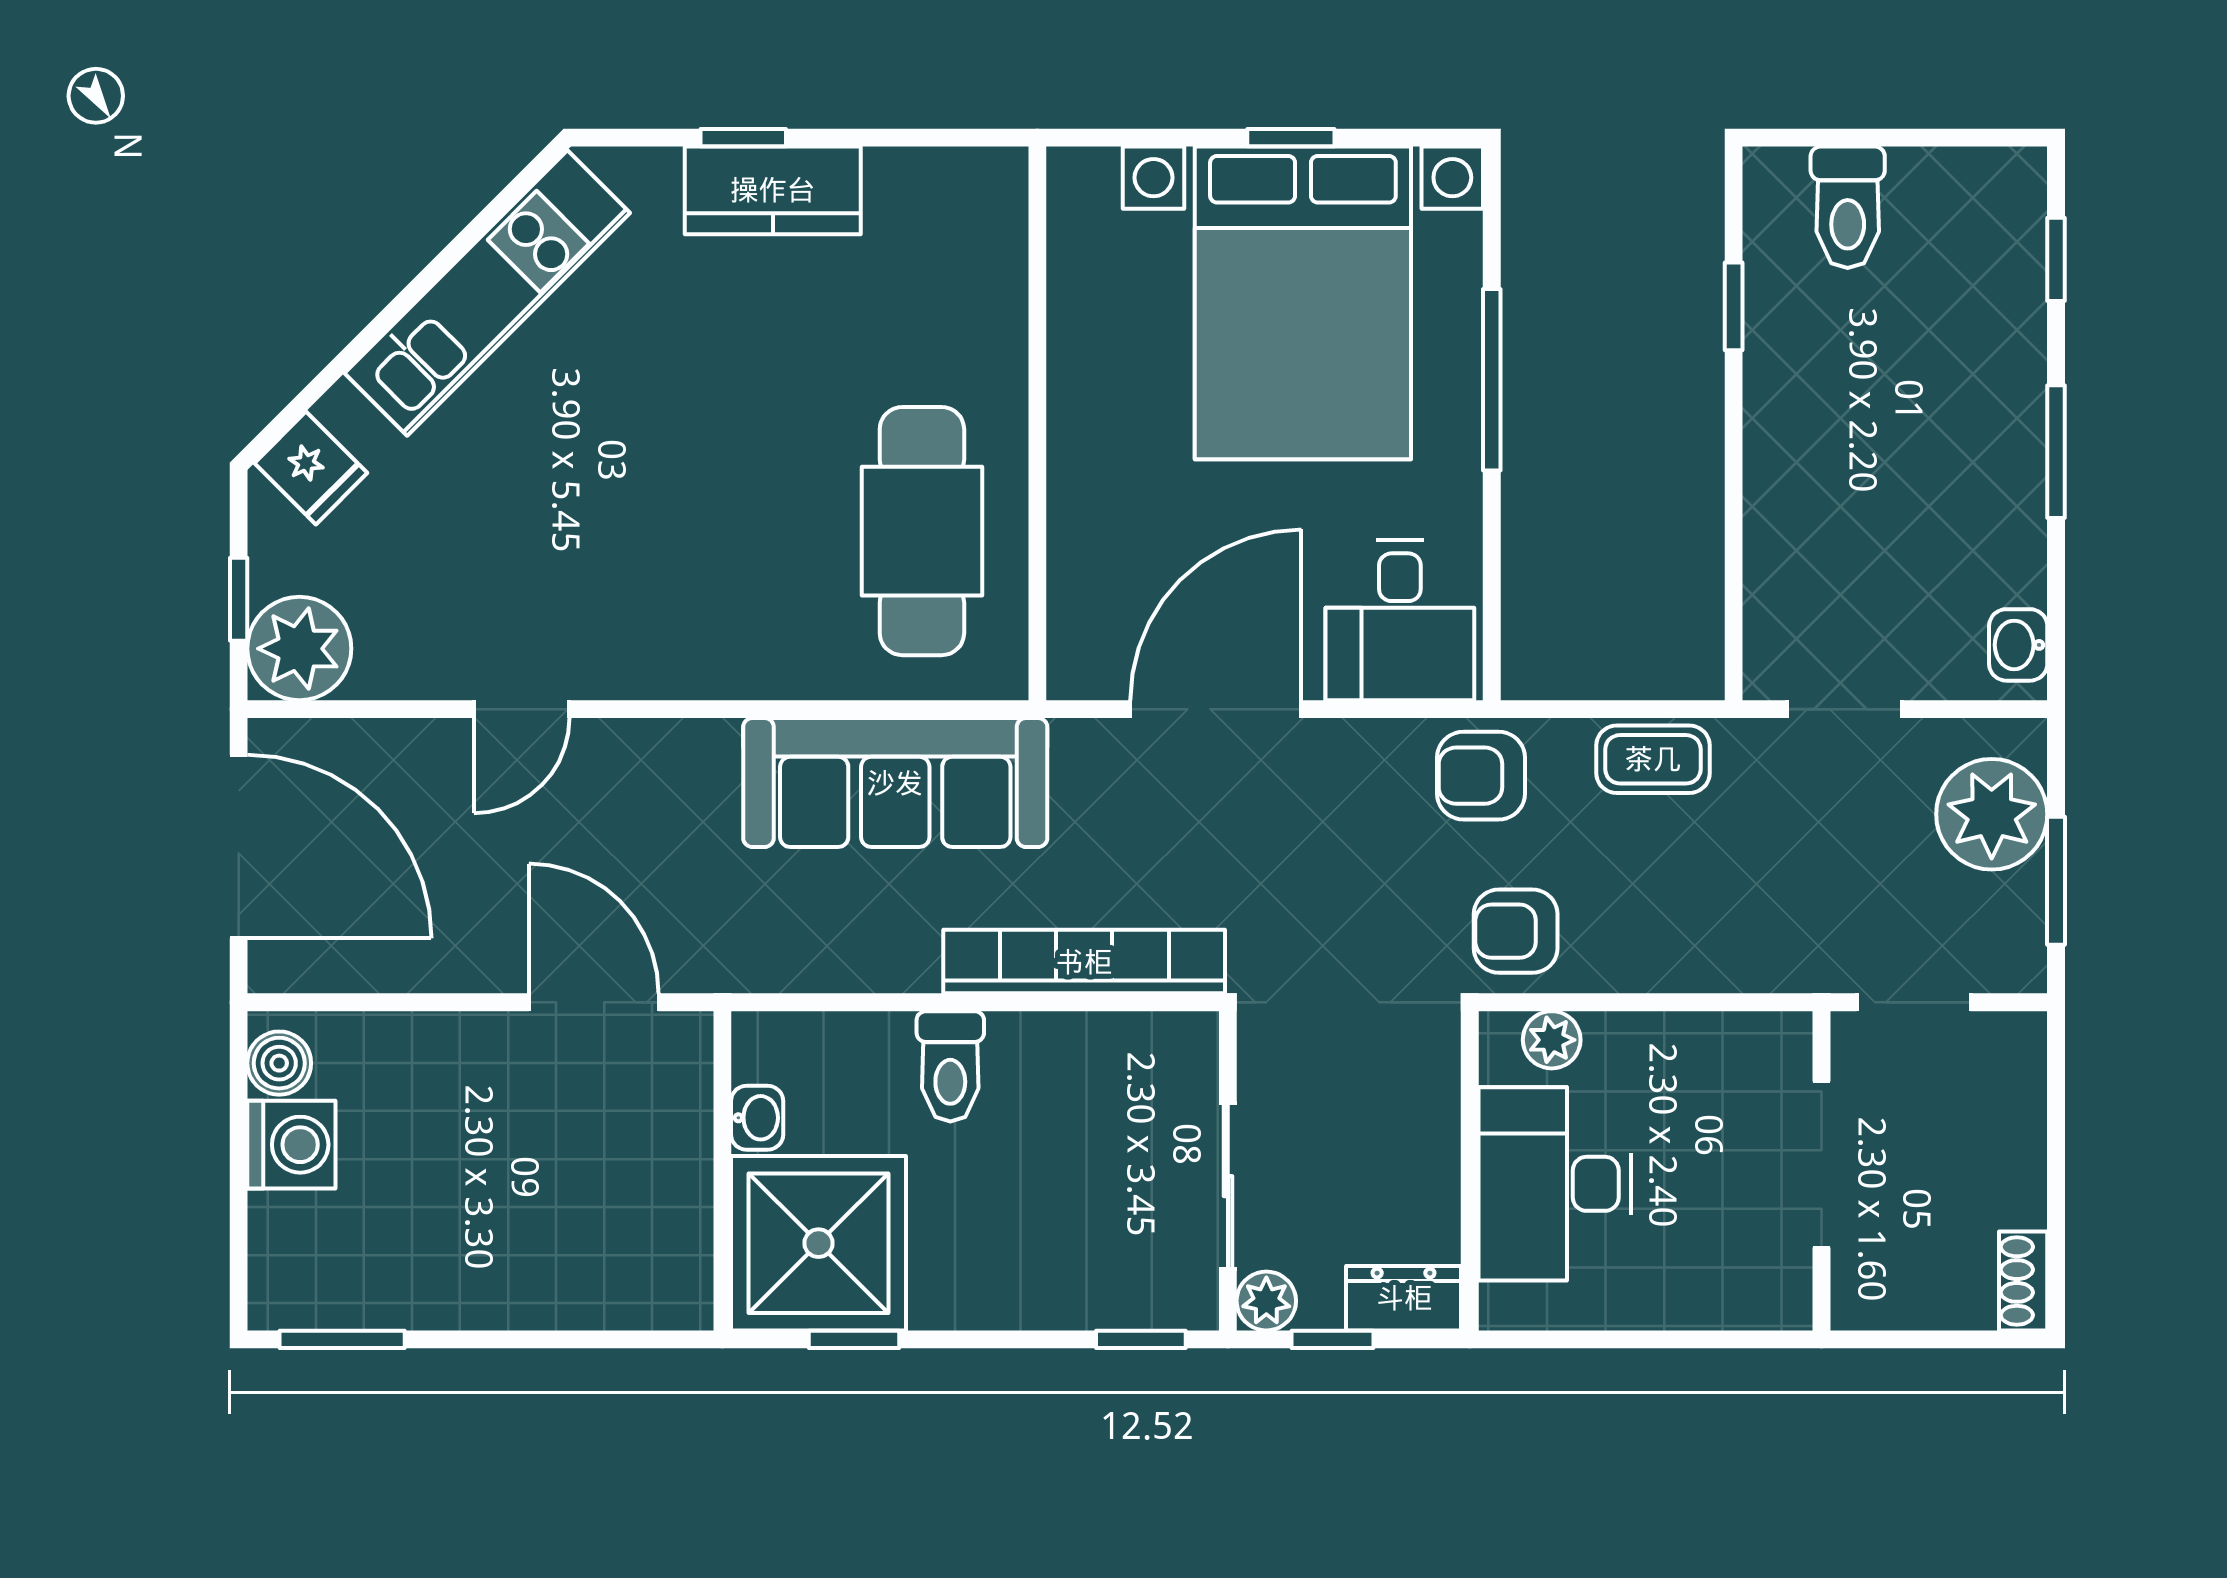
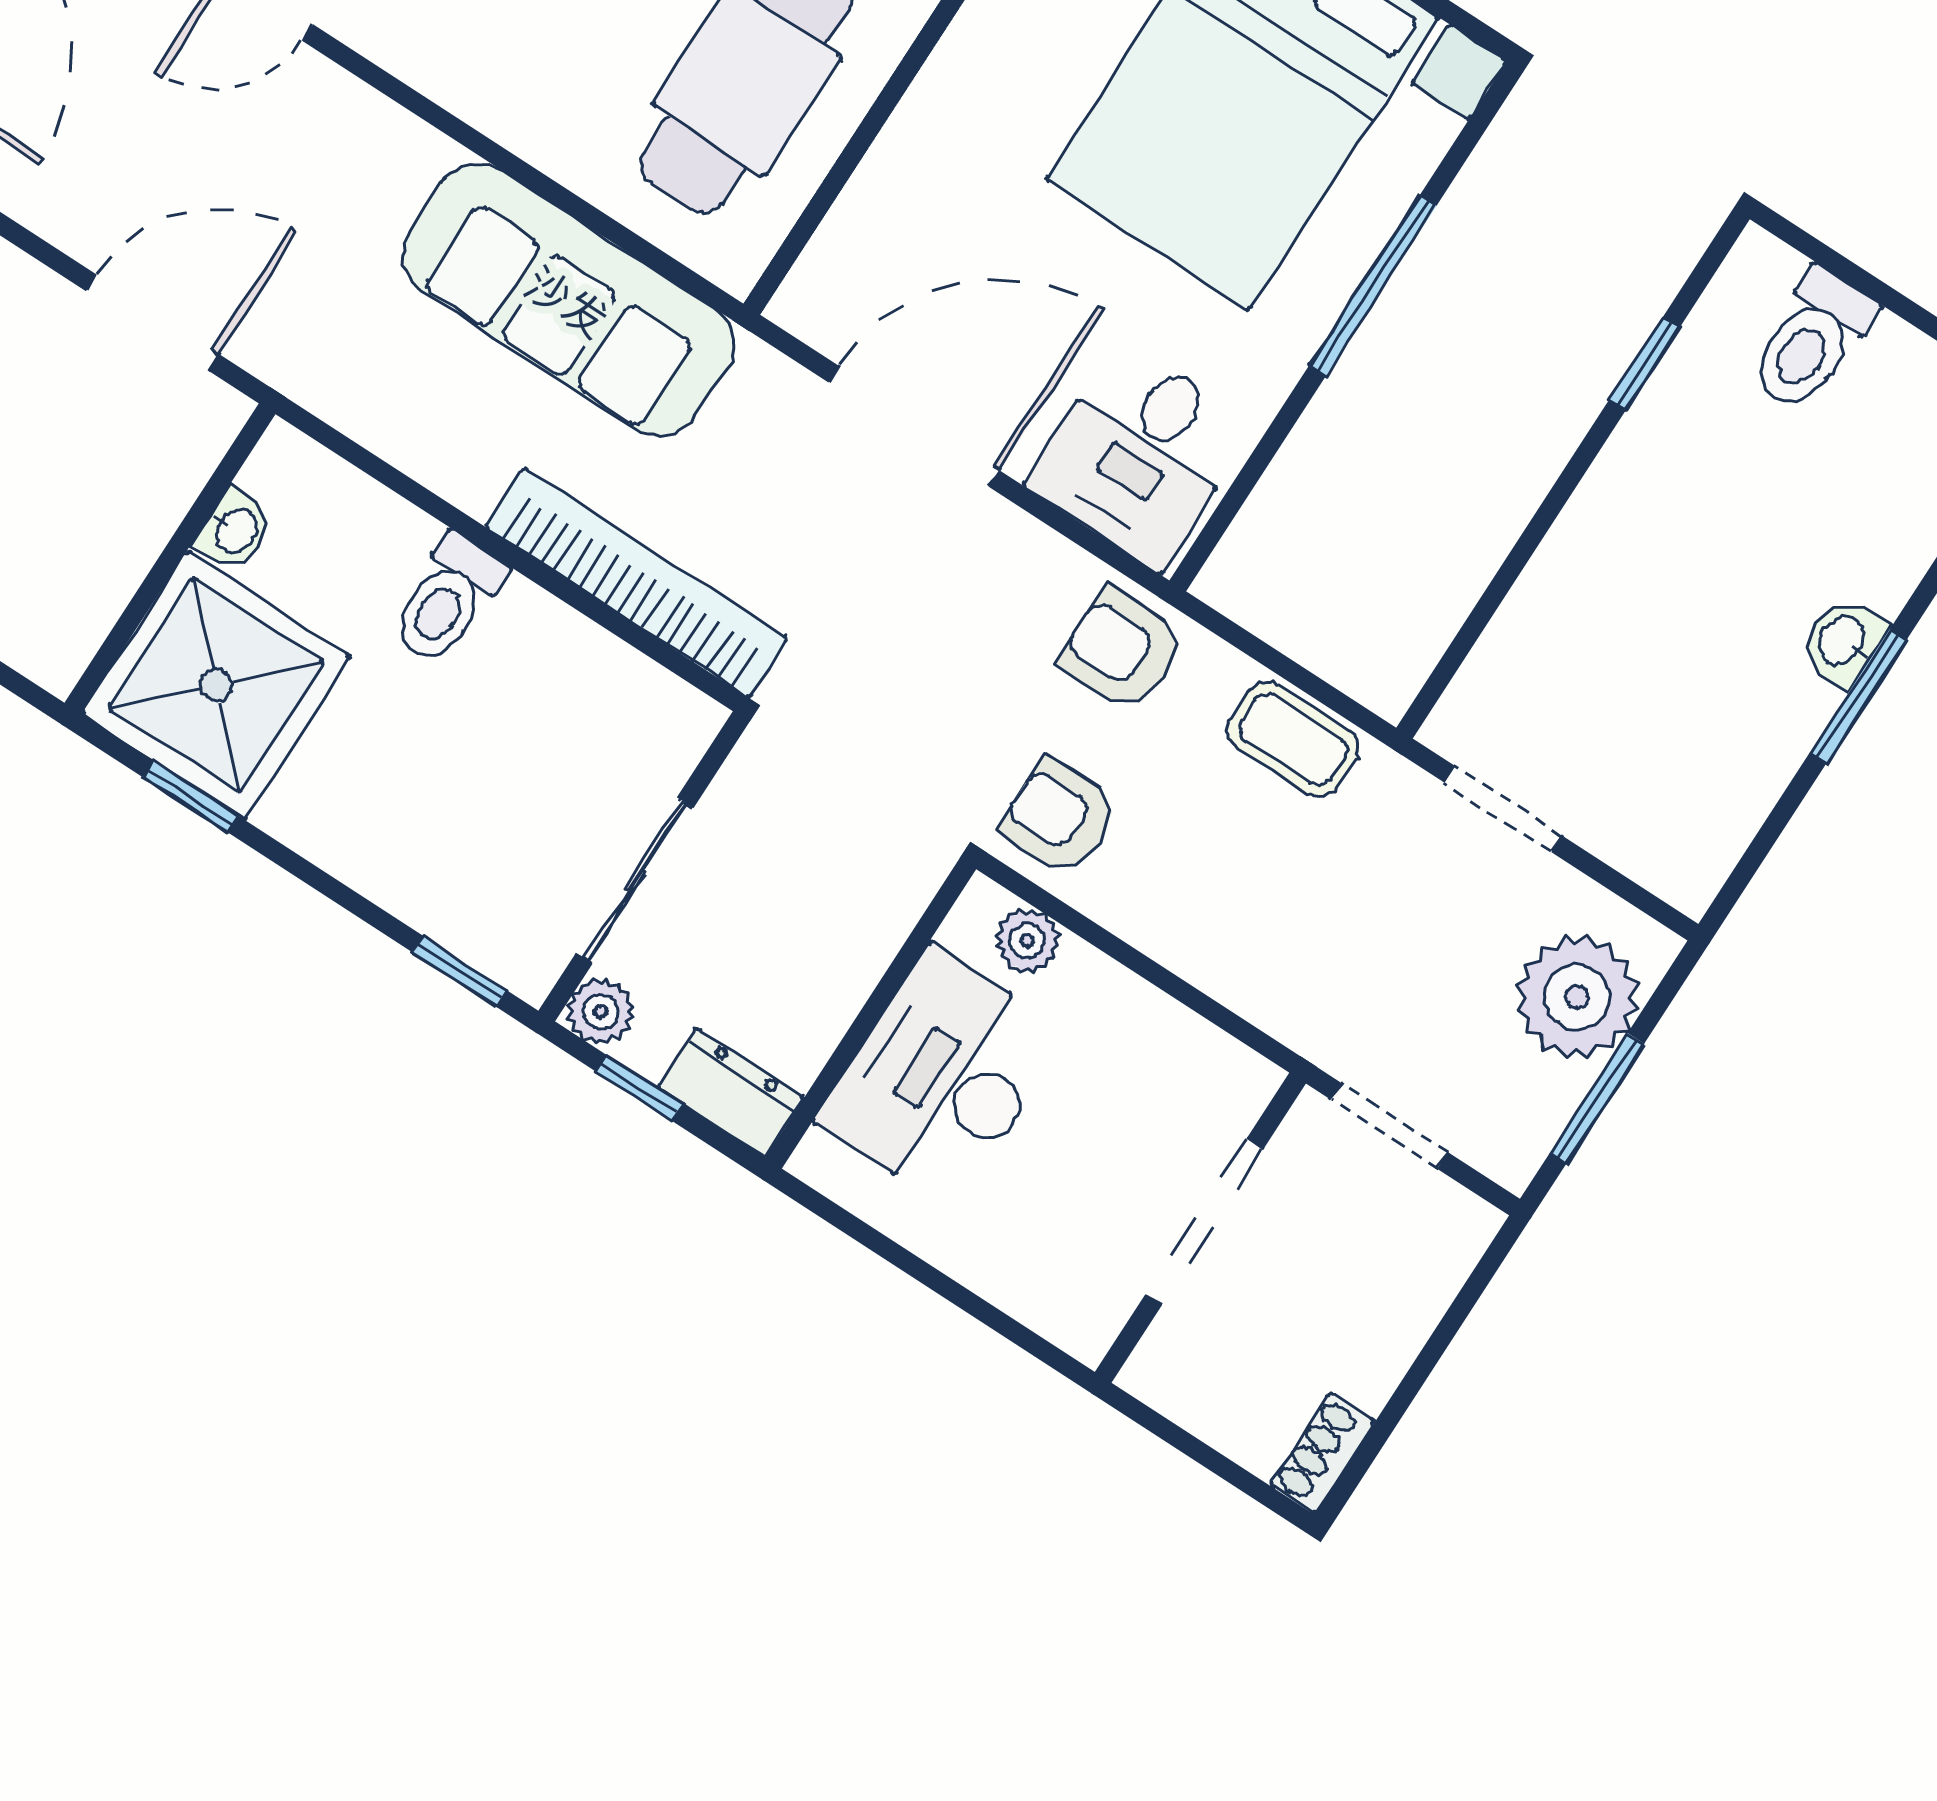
washbasin: (2018, 645) -> (1843, 641), moved
door: (594, 1002) -> (152, 322), hinge flipped

